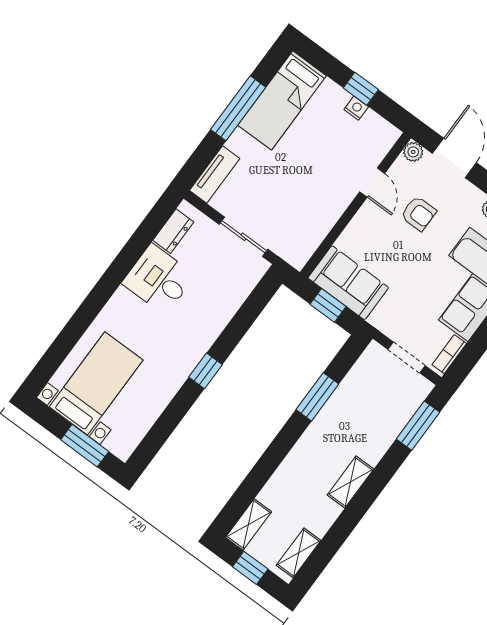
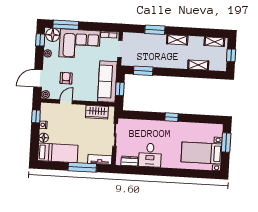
window: (361, 89) -> (36, 116), moved
floor lamp: (330, 92) -> (44, 138), added
window: (238, 108) -> (82, 167), moved
wardrobe: (312, 230) -> (97, 112), added
sofa: (348, 283) -> (107, 82), width x1.36
window: (317, 397) -> (143, 71), moved
window: (418, 426) -> (155, 30), moved
shelving: (249, 525) -> (198, 65), moved

